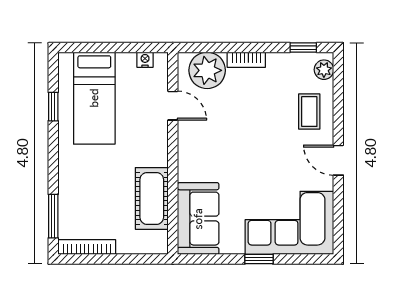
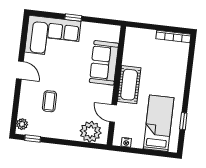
bookcase: (246, 60) -> (67, 135), removed
coffee table: (309, 112) -> (49, 101), moved
cot: (152, 198) -> (129, 85), moved
window: (53, 216) -> (191, 57), removed
sofa: (198, 219) -> (104, 63), moved

